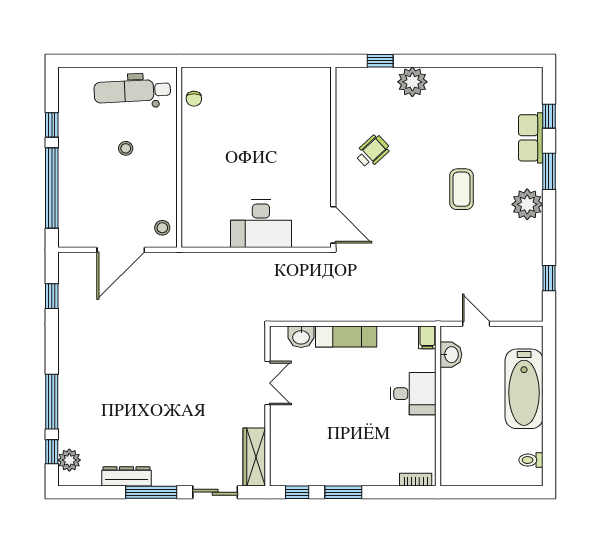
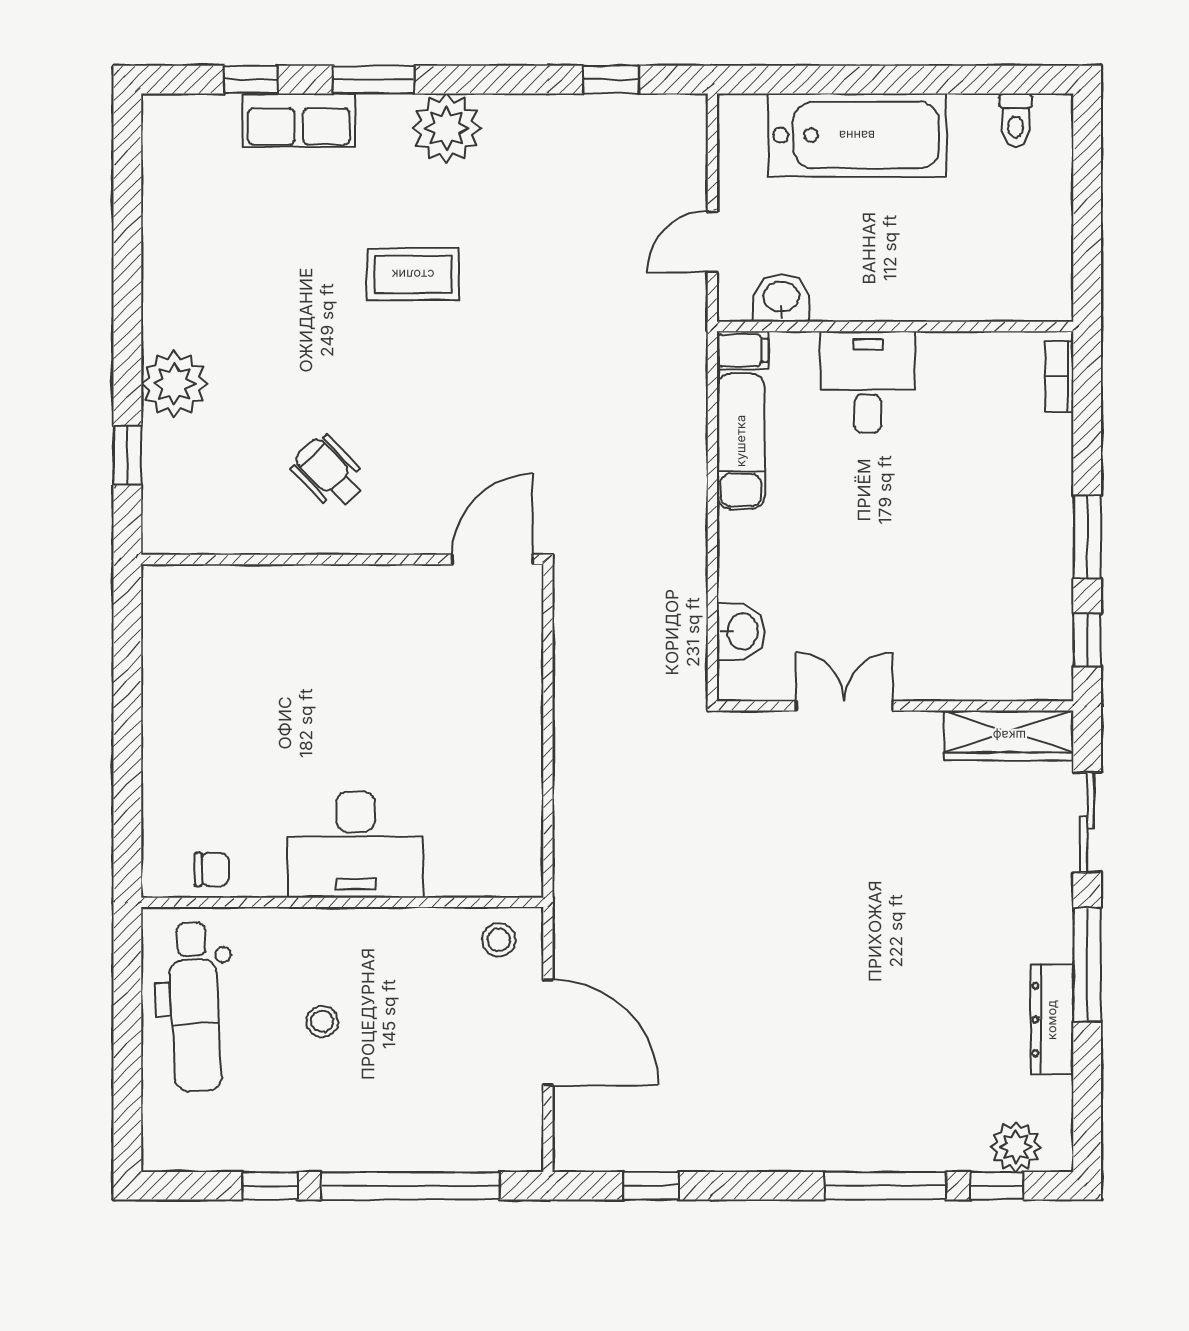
desk: (261, 224) -> (355, 845), moved, turned 90
exam couch: (346, 336) -> (741, 441), moved

